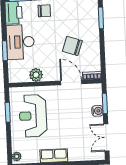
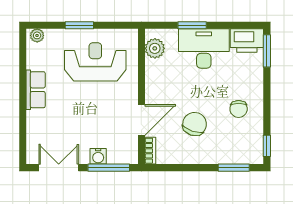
chair: (44, 11) -> (239, 109), moved
plant: (36, 75) -> (155, 48), moved
window: (105, 103) -> (109, 168), width x1.44
window: (8, 112) -> (79, 25), moved

